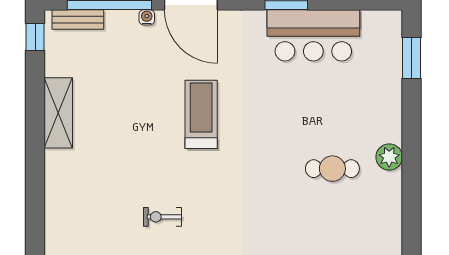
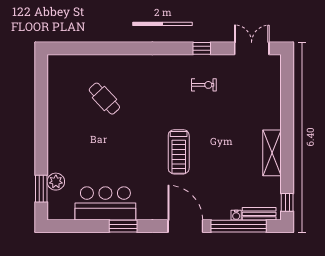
water cooler: (147, 17) -> (236, 215), moved
plant: (389, 157) -> (56, 182), moved
cafe table: (332, 169) -> (104, 99), moved, turned 47

